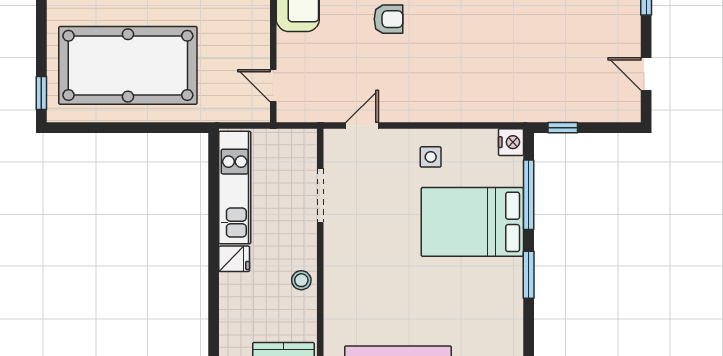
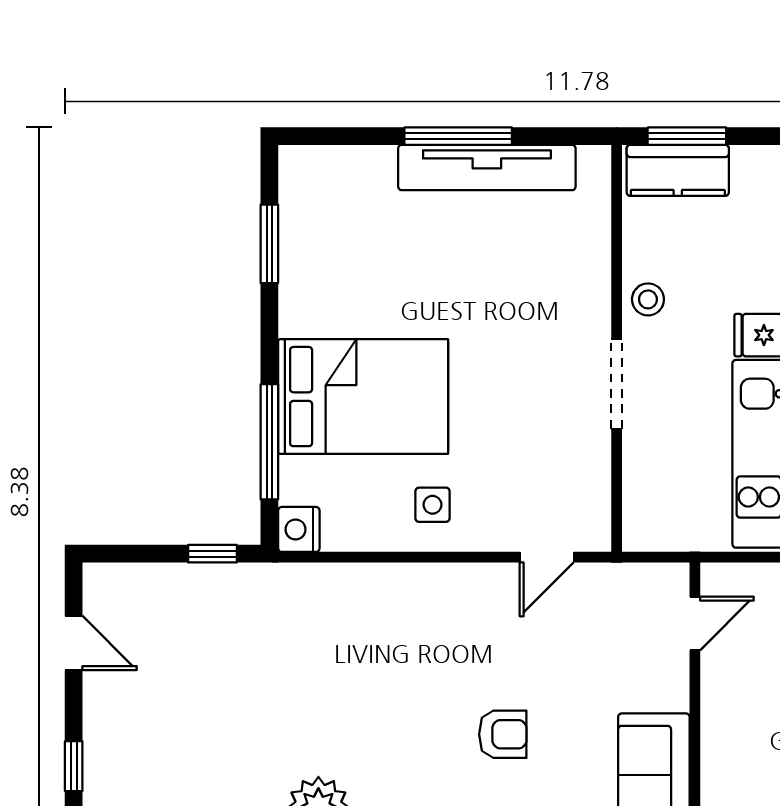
armchair: (388, 19) -> (503, 734), turned 180
door: (273, 86) -> (695, 624), hinge flipped
doorway: (320, 195) -> (617, 384), moved
window: (529, 275) -> (269, 244), moved

